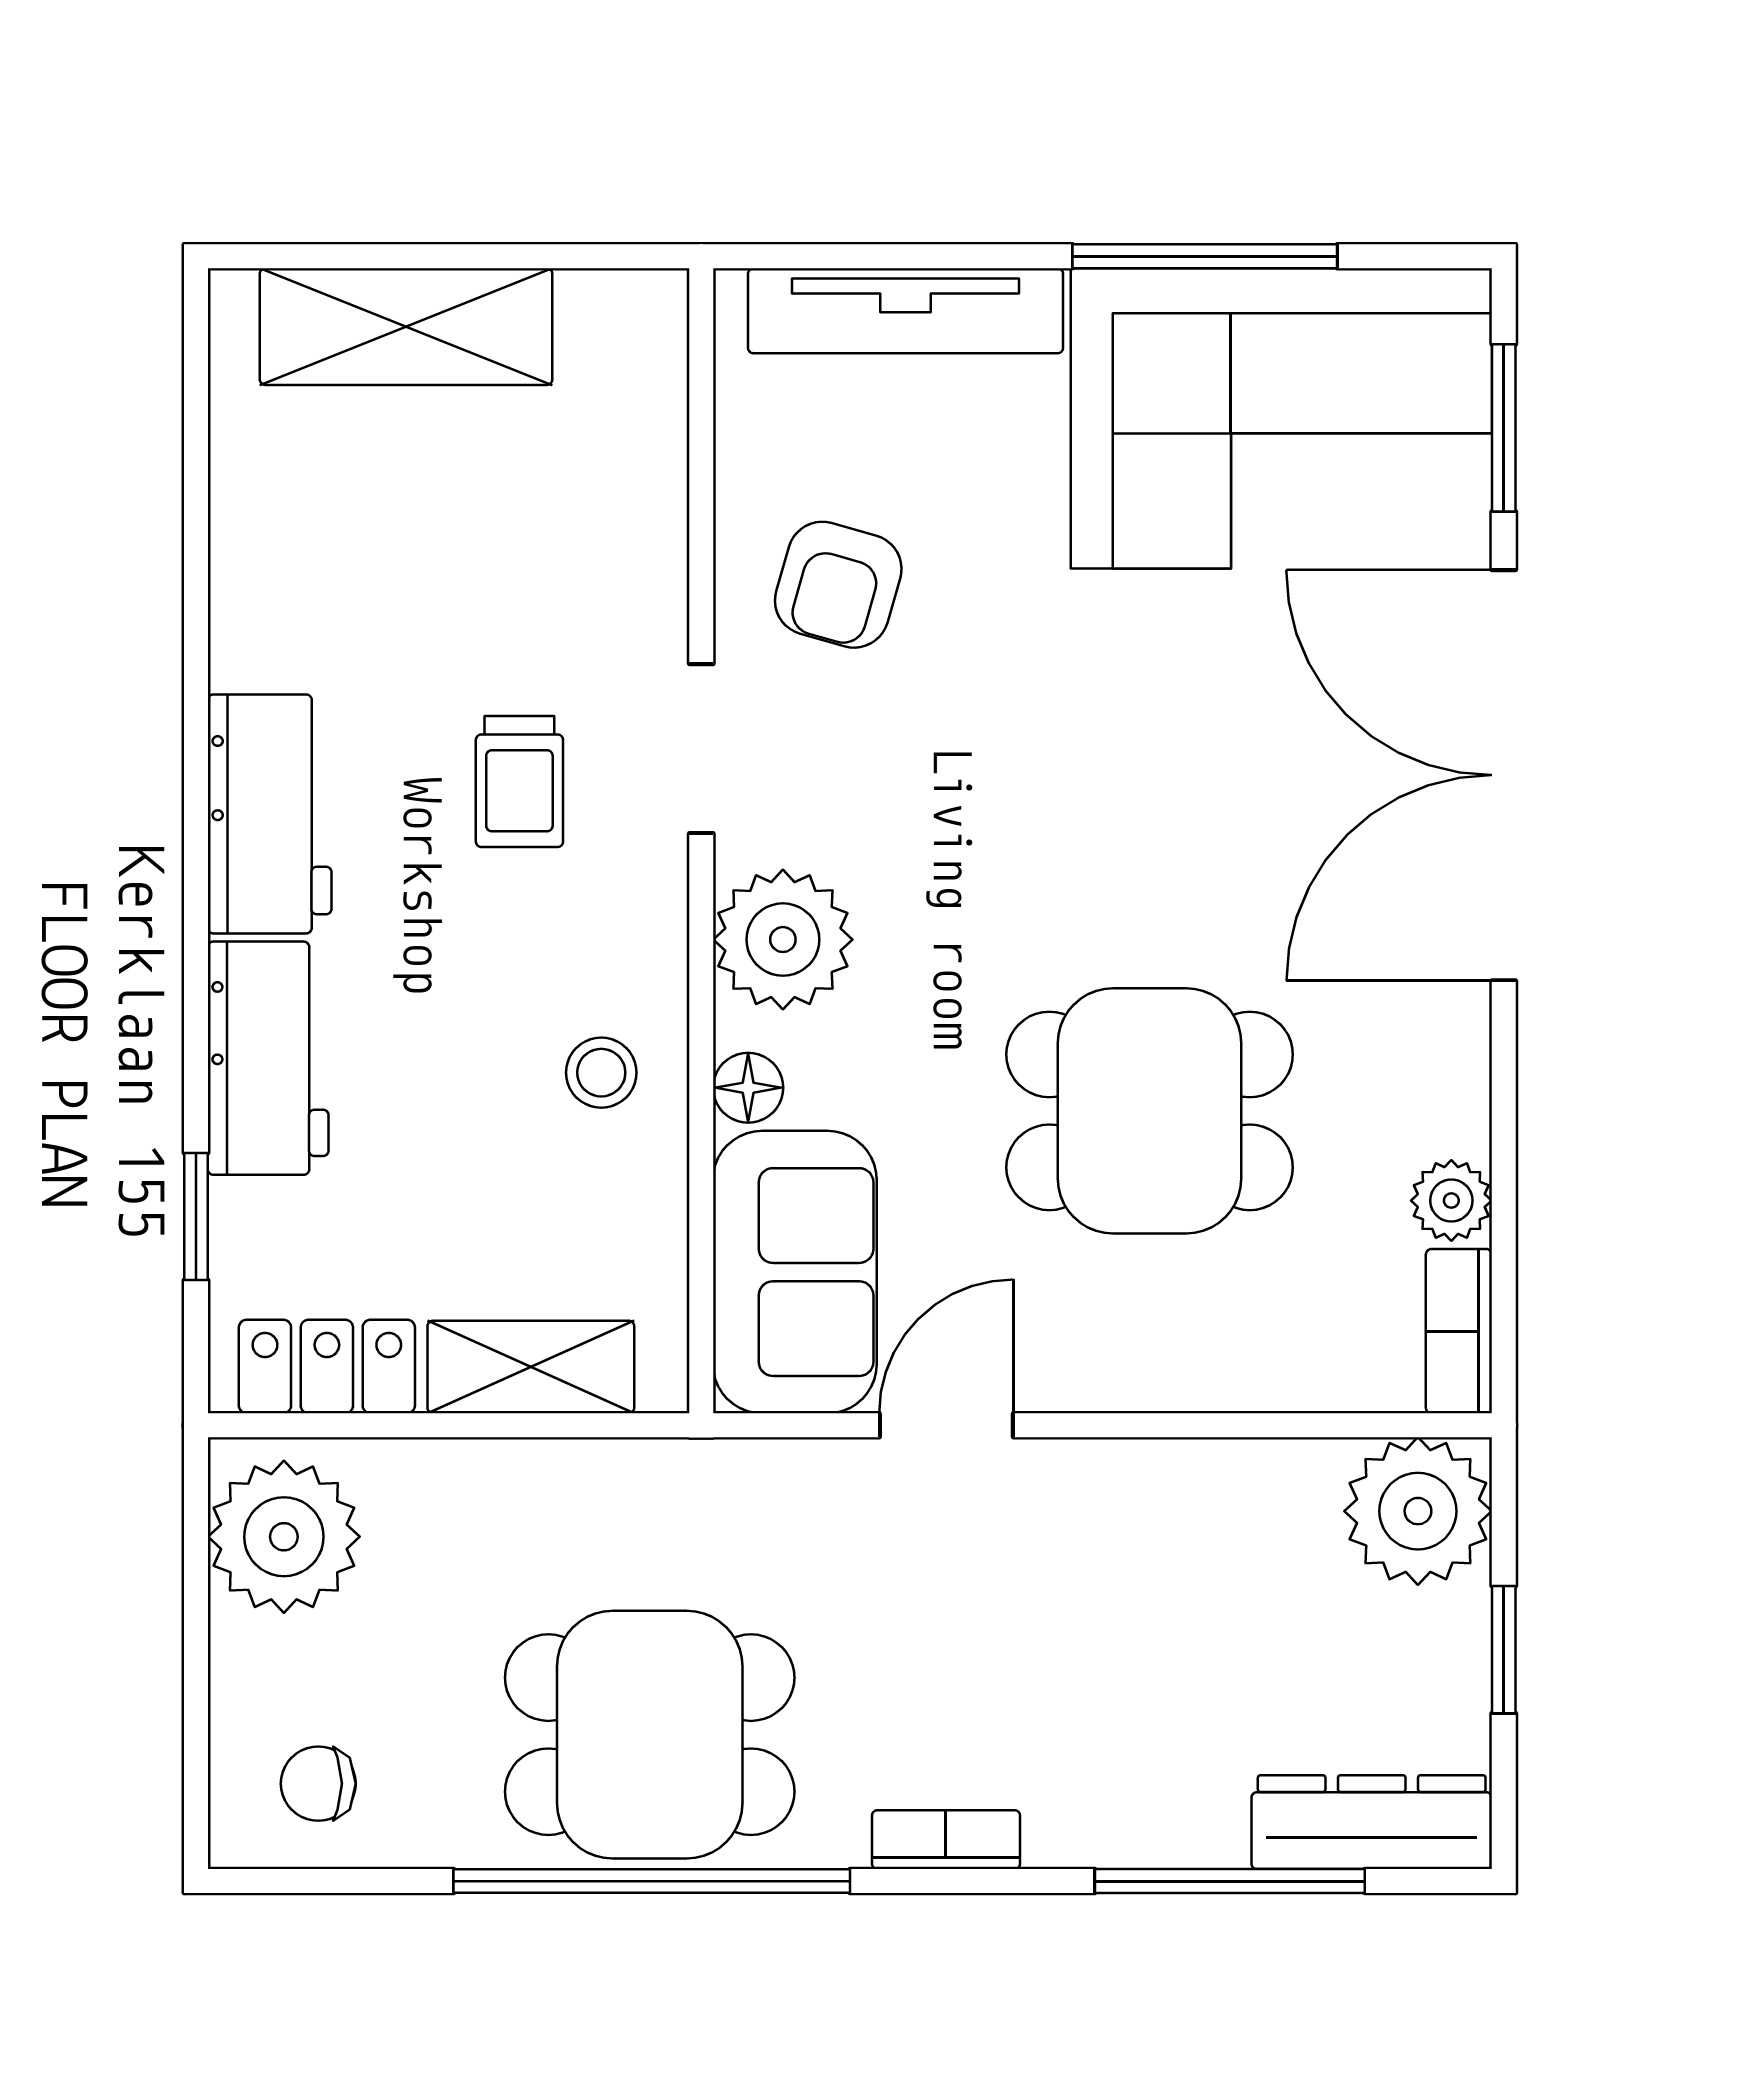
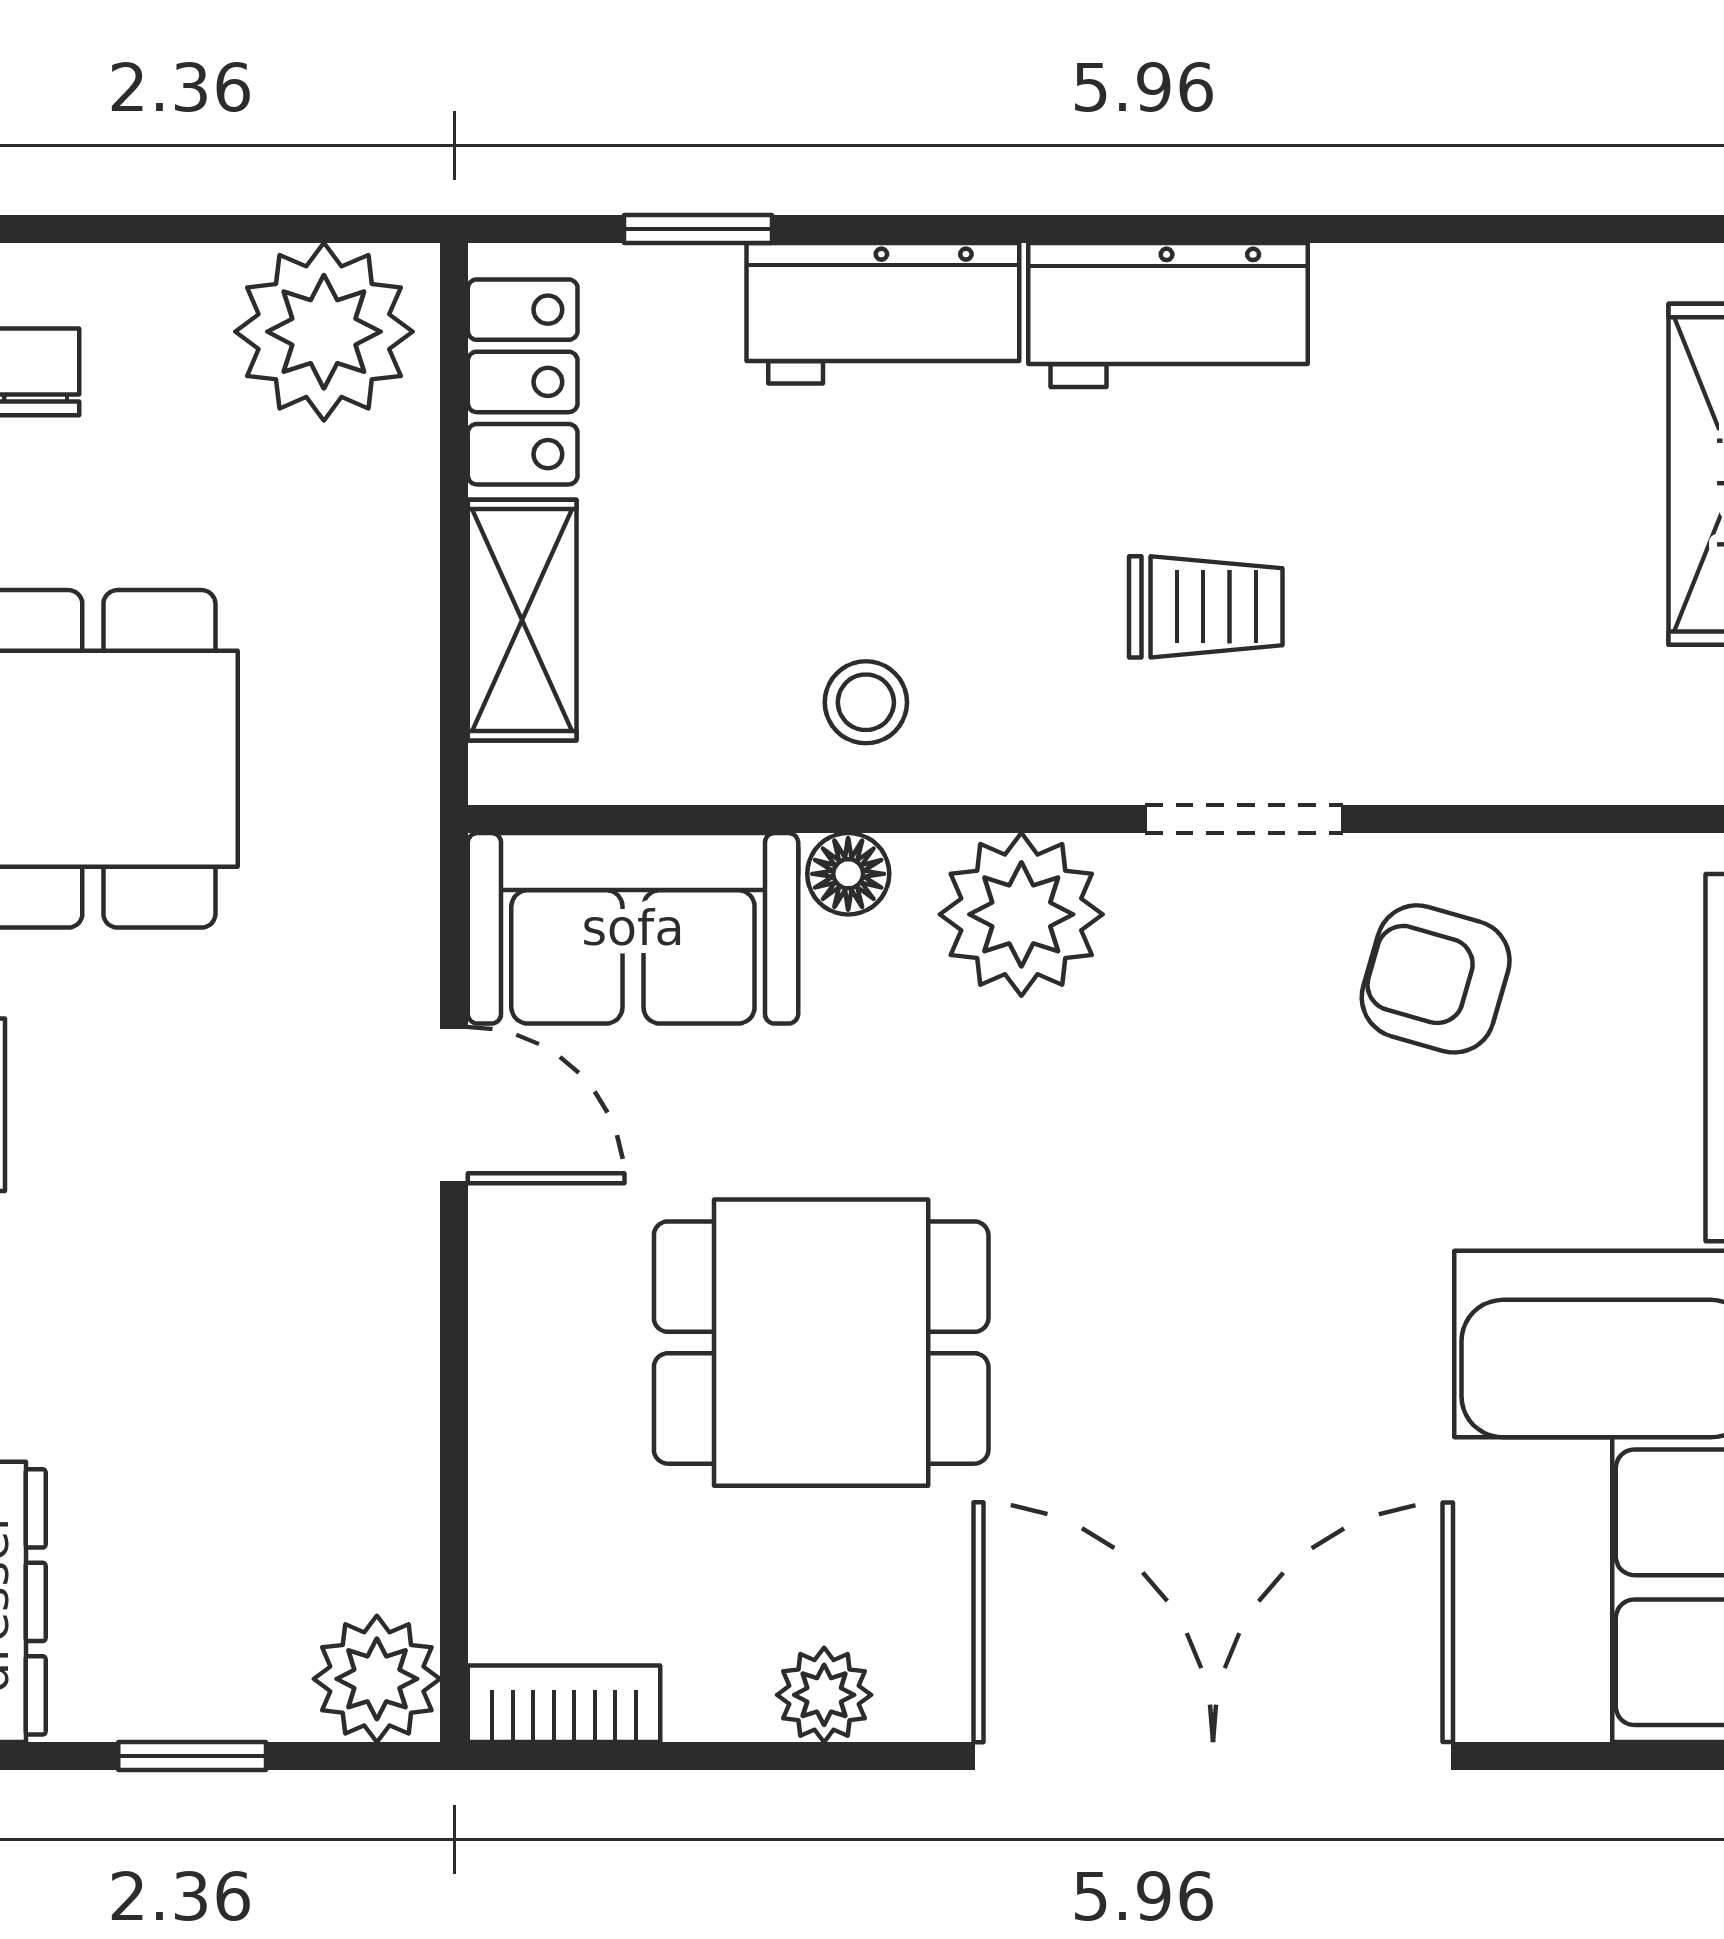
window: (1504, 428) -> (1619, 1756), removed
trolley: (519, 782) -> (1206, 607), turned 180
dining table: (1150, 1111) -> (821, 1343), turned 90
plant: (1451, 1201) -> (824, 1695), moved
plant: (1418, 1511) -> (377, 1679), width x0.73, depth x0.73

